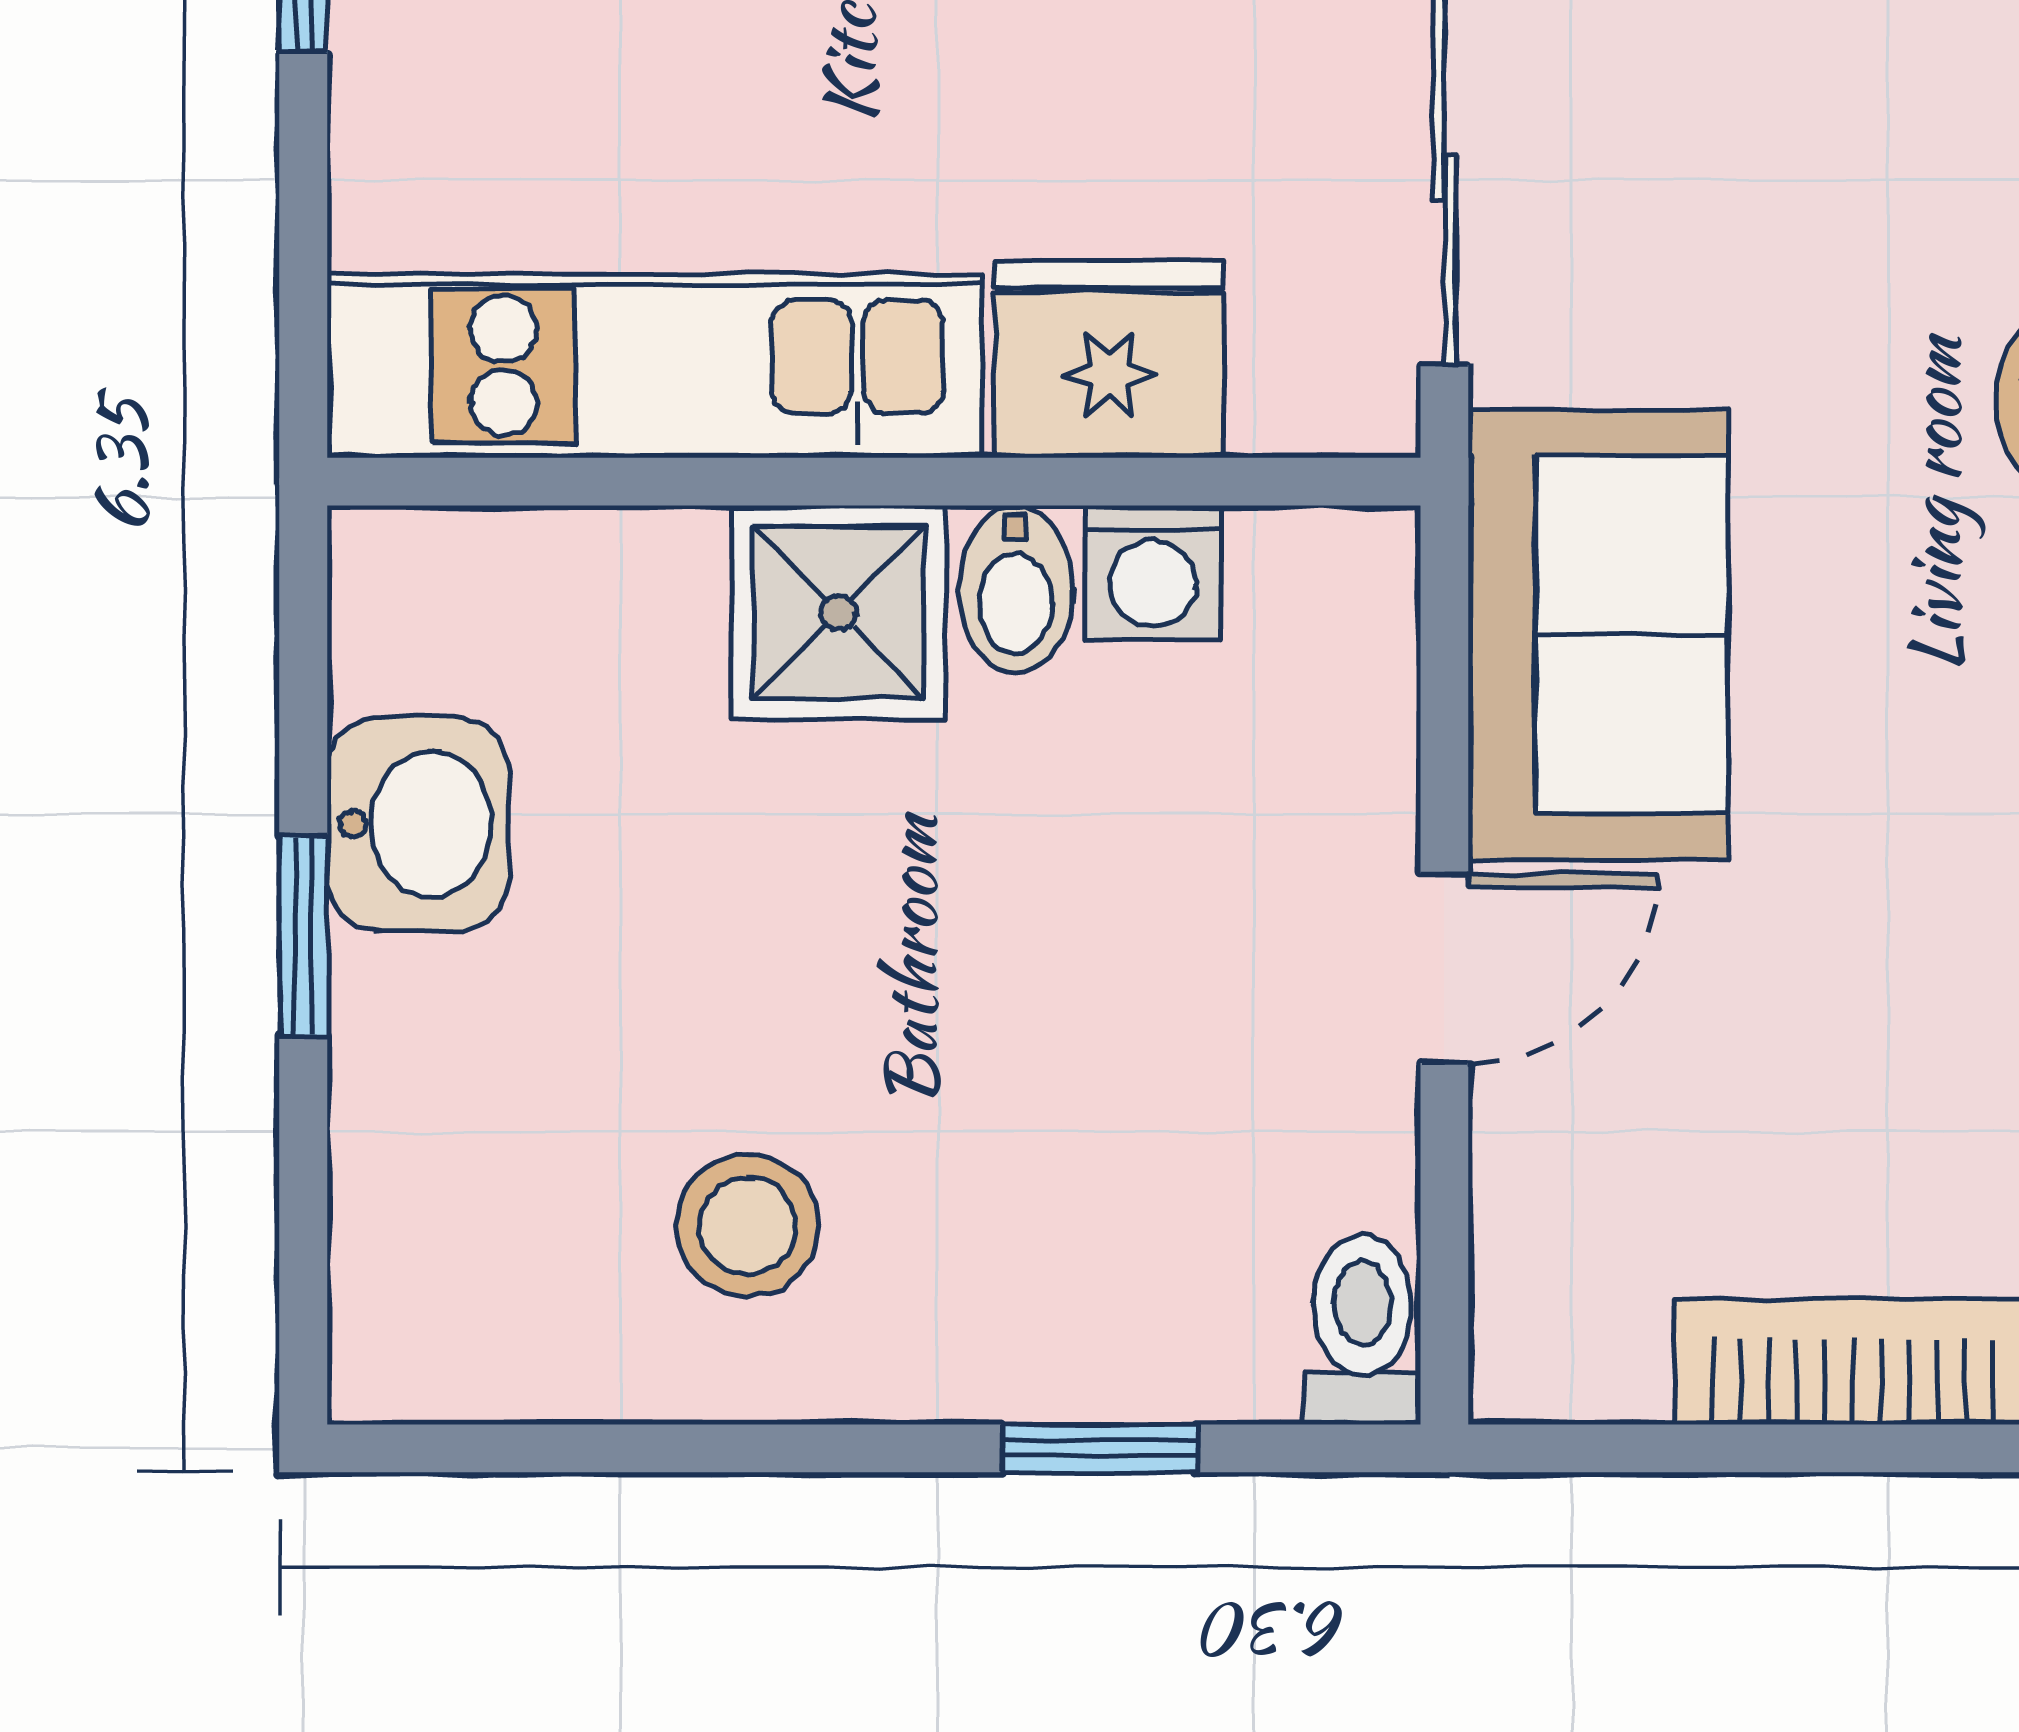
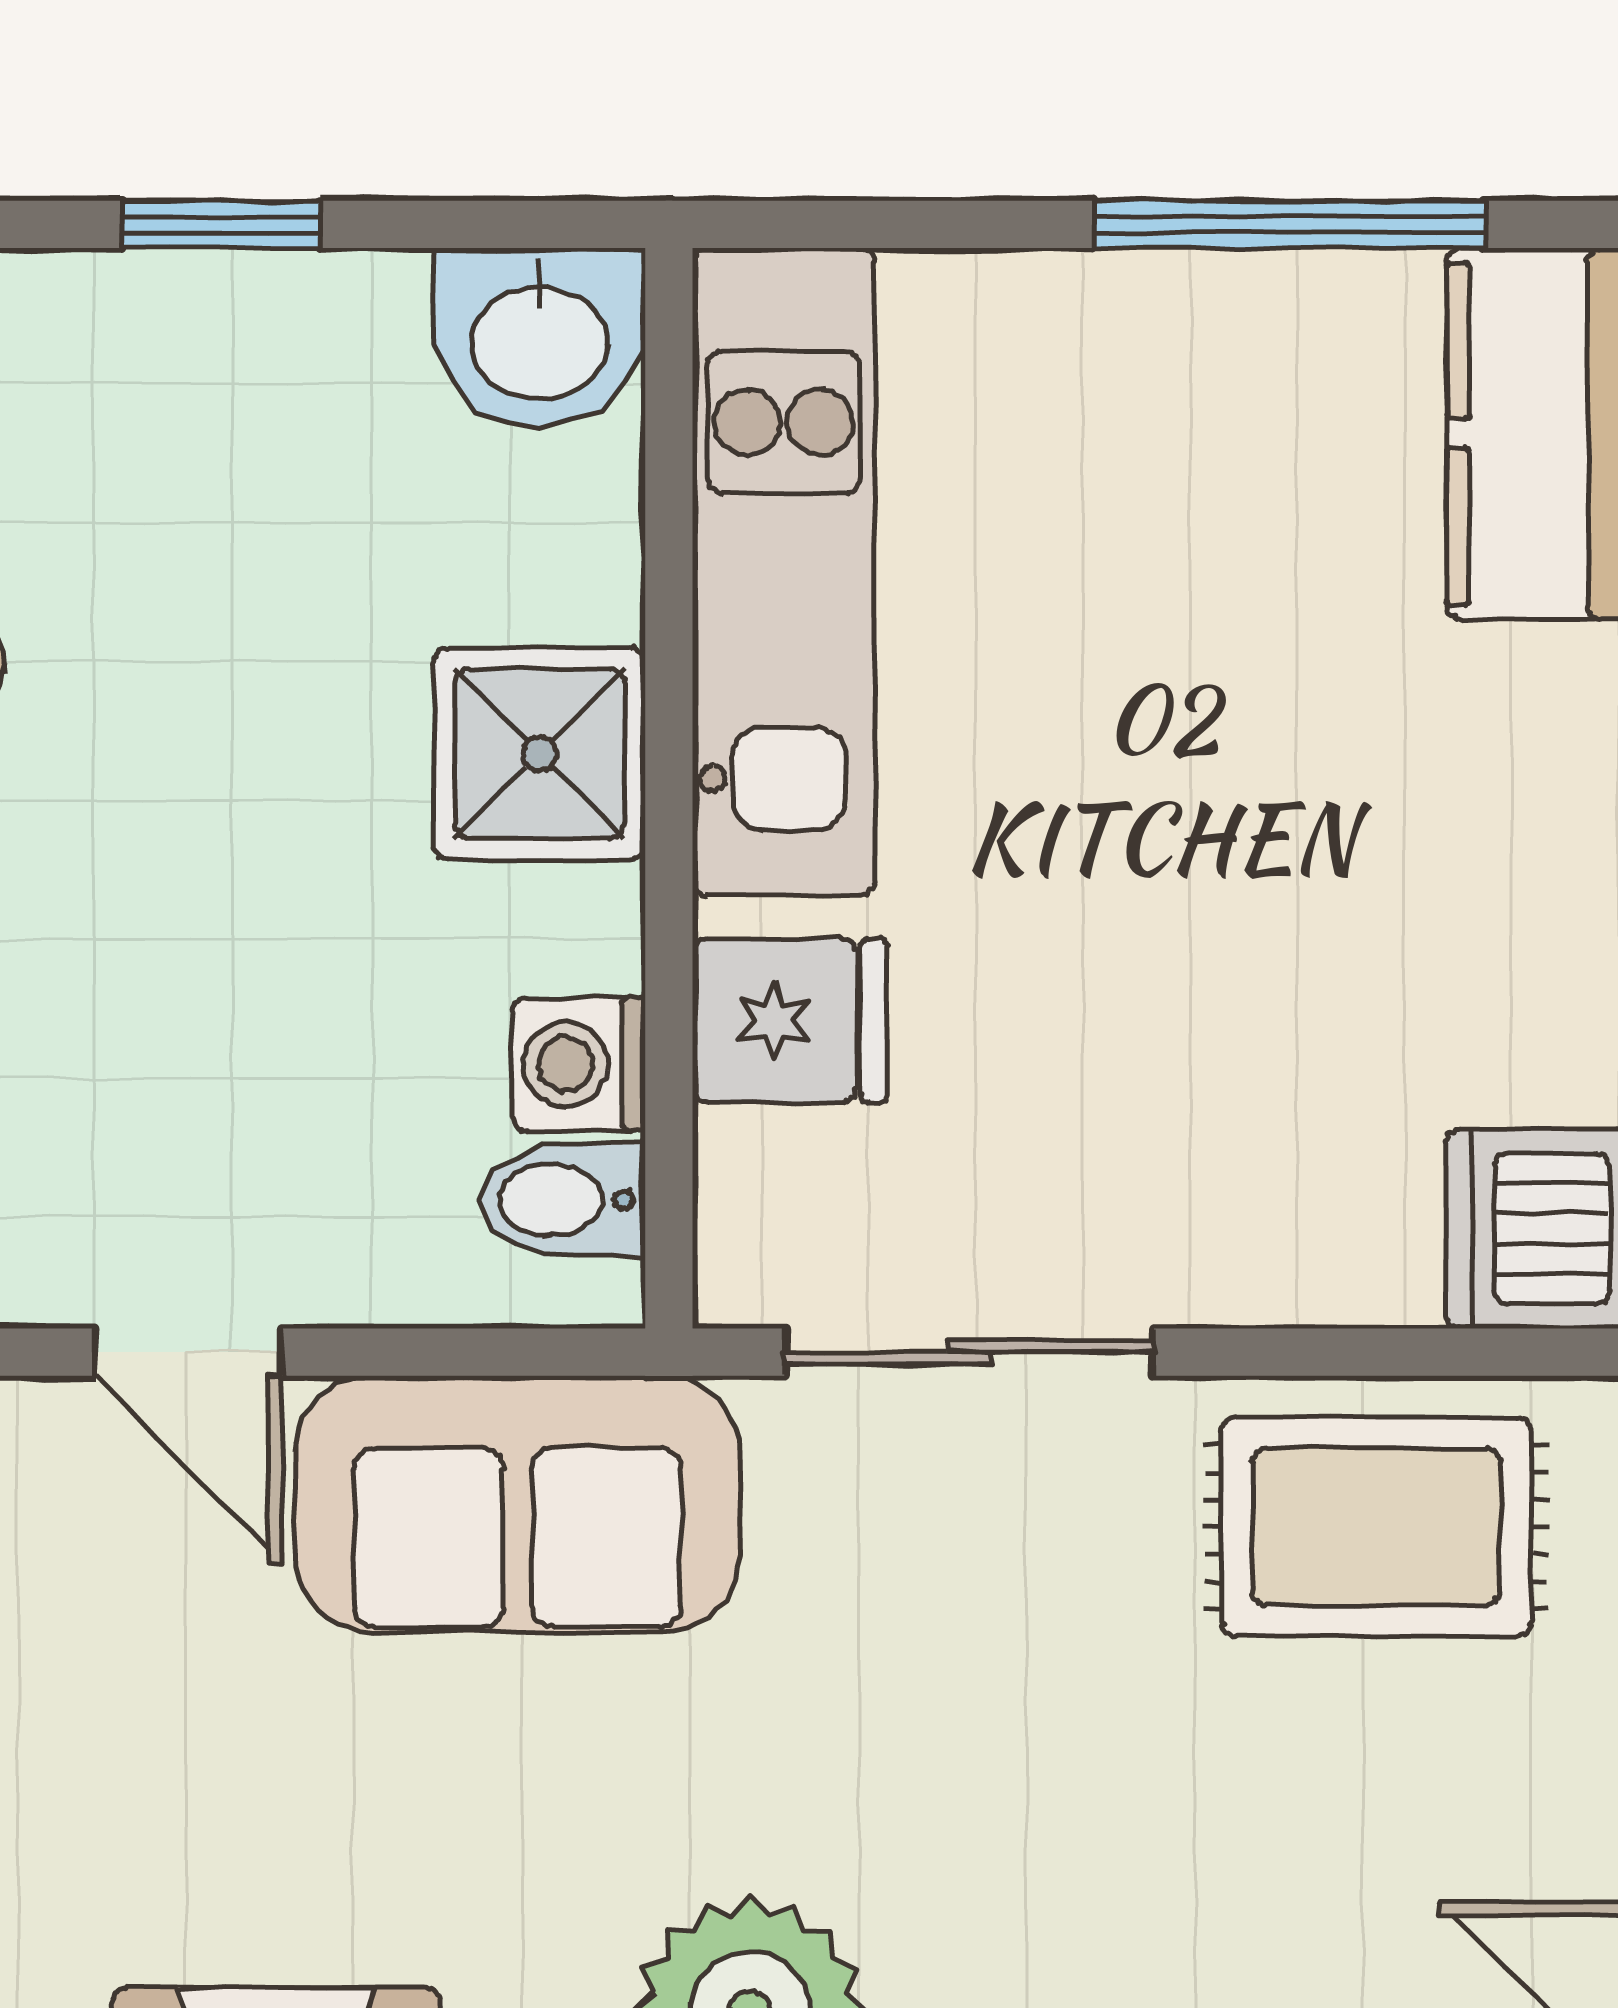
fridge: (1109, 359) -> (790, 1021), width x0.72
bidet: (1016, 589) -> (563, 1200), moved
washbasin: (418, 824) -> (539, 338), moved

